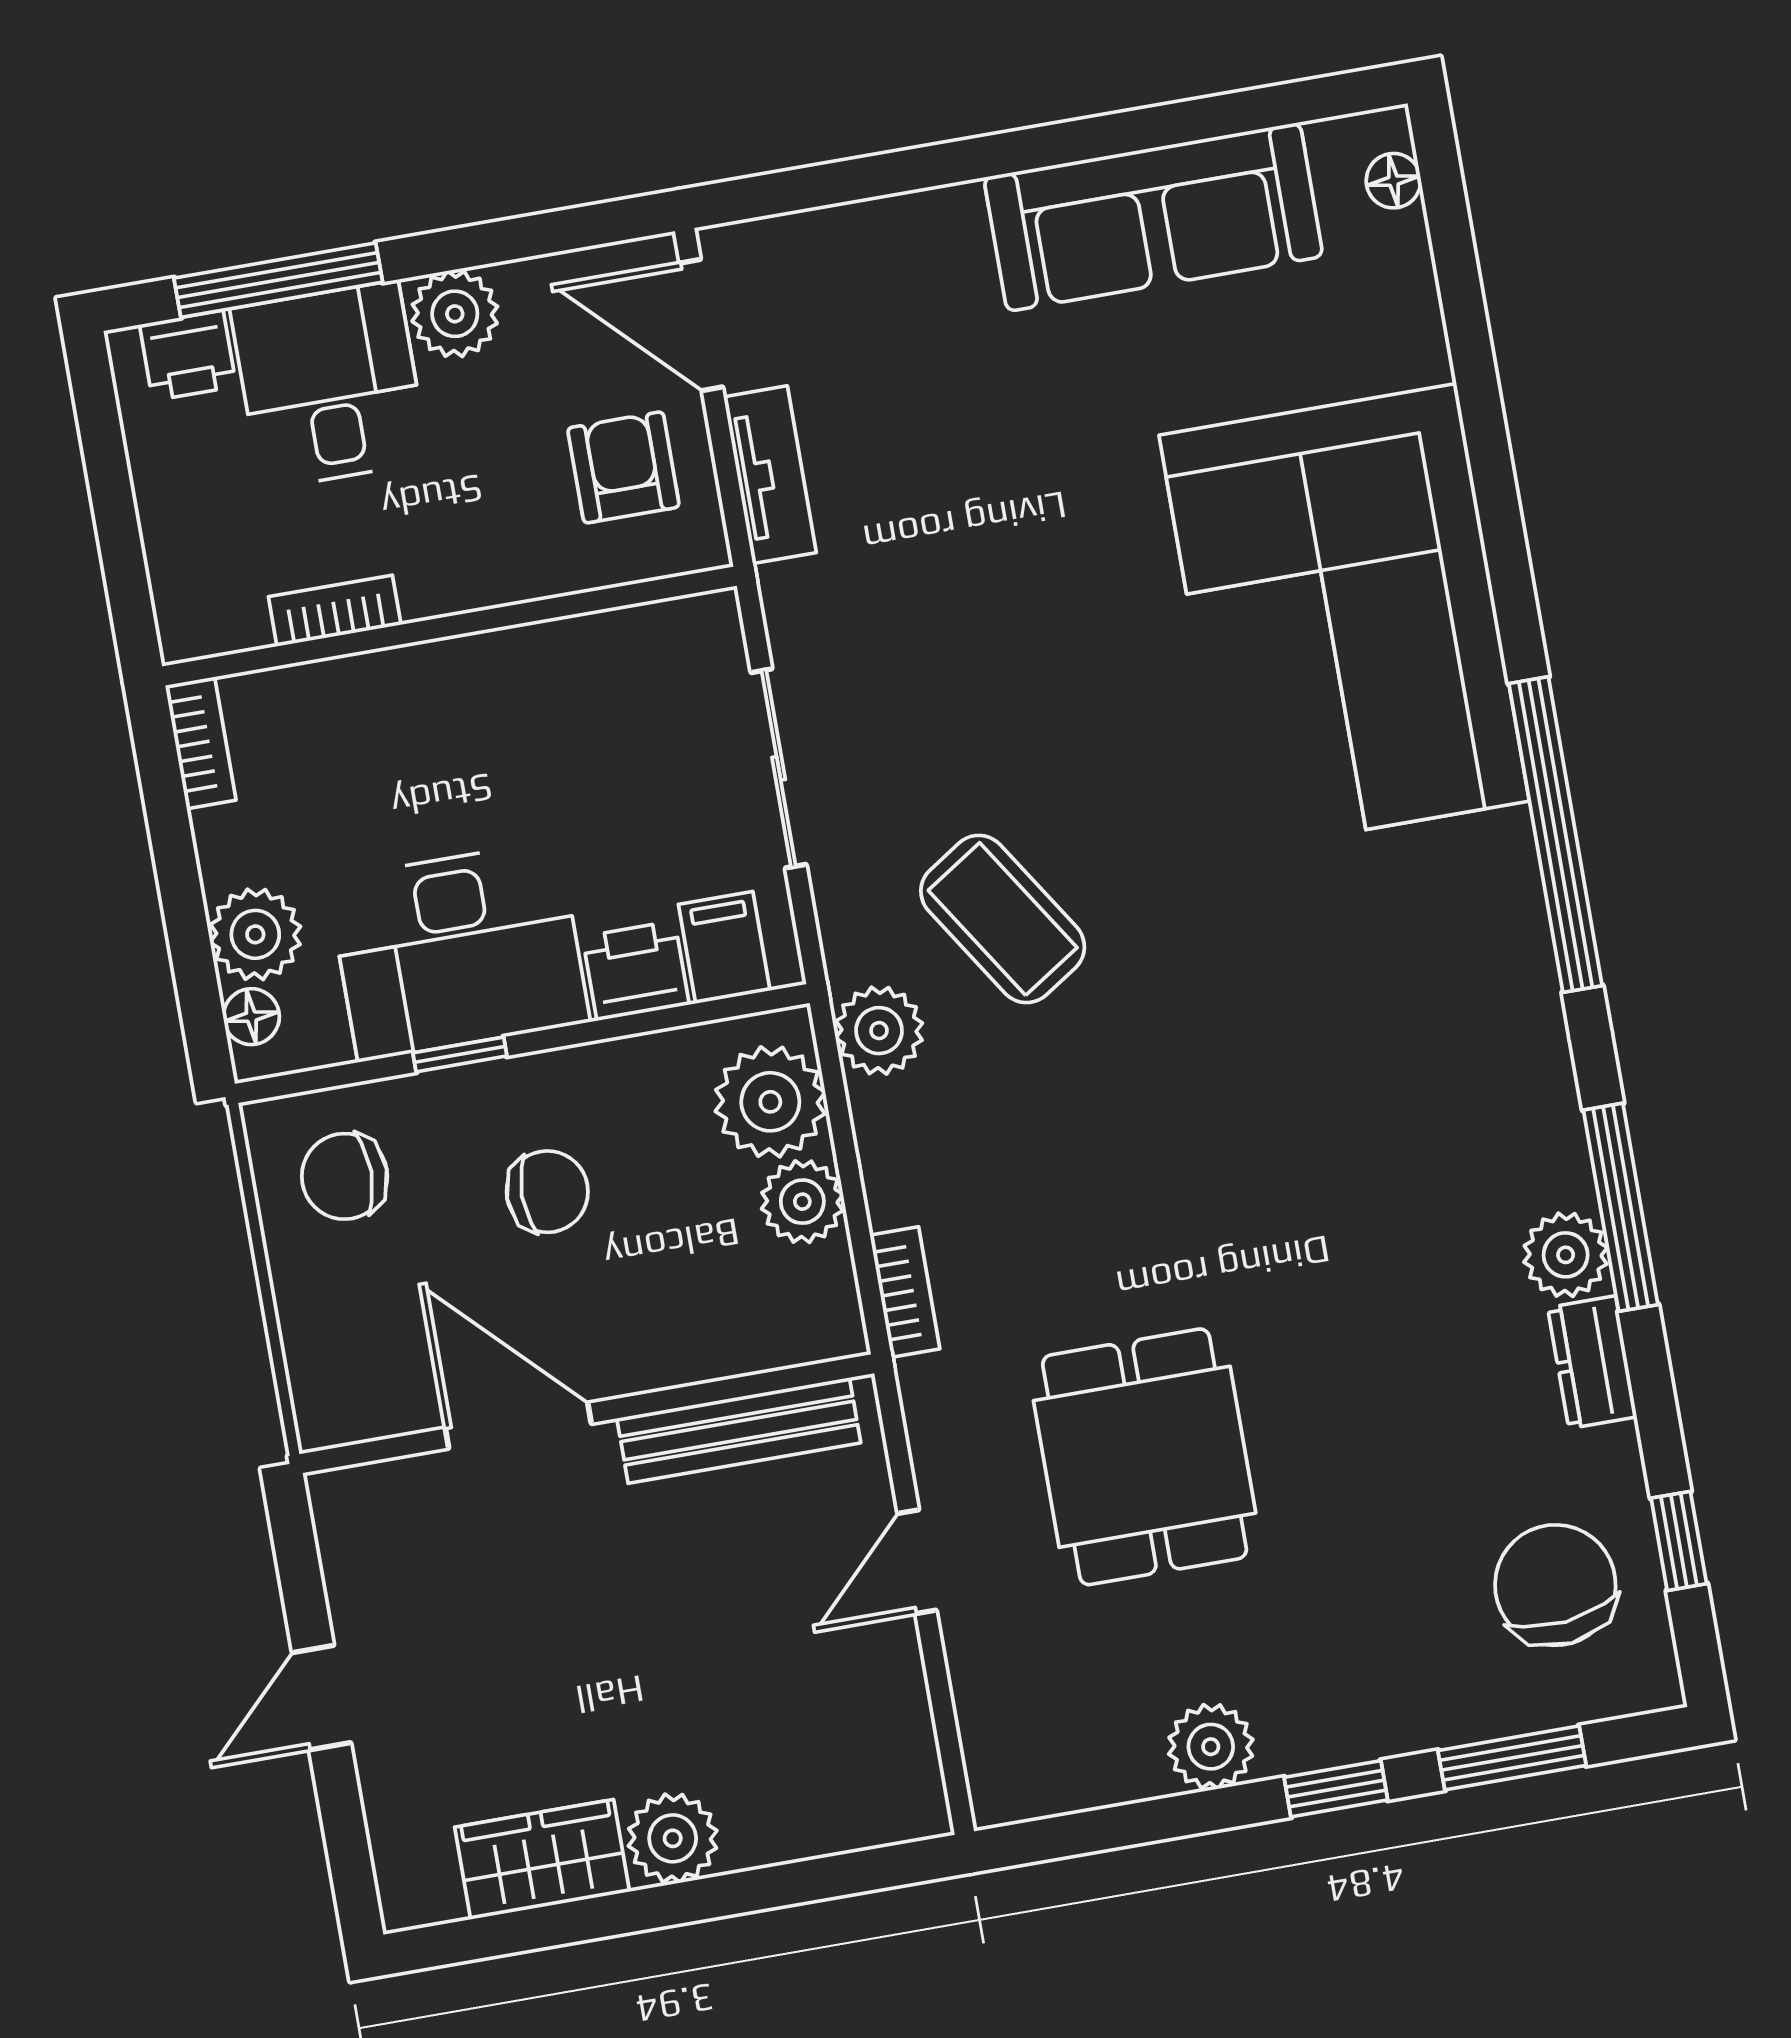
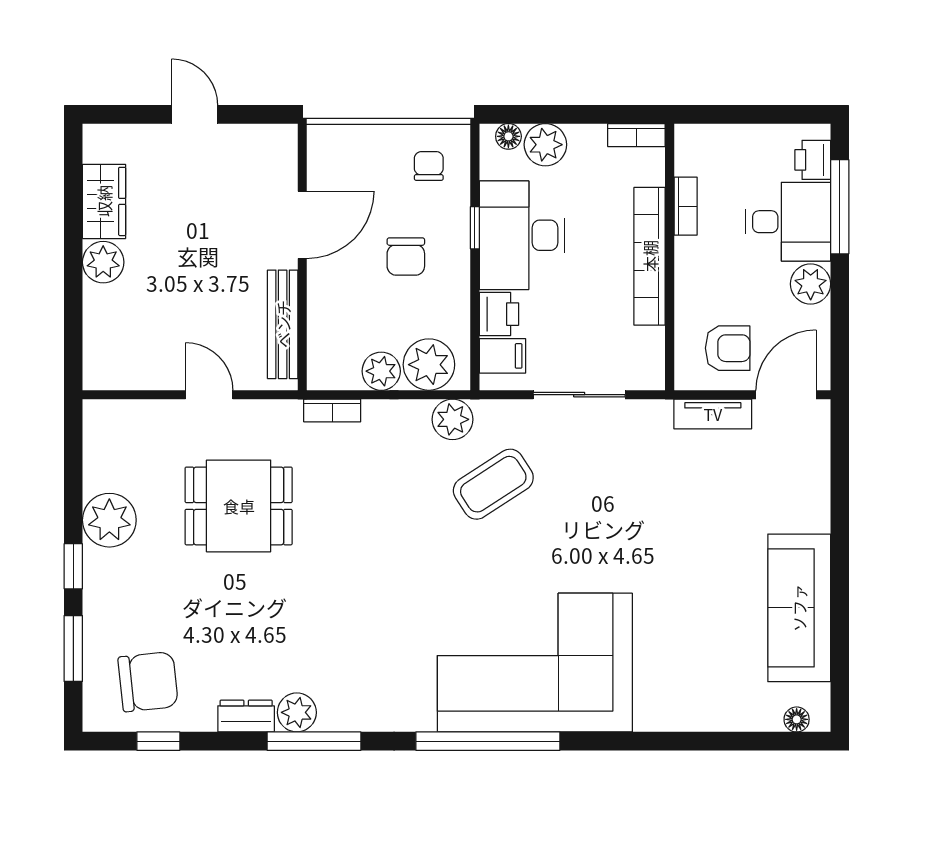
corner sofa: (1344, 618) -> (535, 663), moved
bookcase: (456, 669) -> (650, 256), added
chair: (345, 1176) -> (429, 166), width x0.73, depth x0.73
plant: (1211, 1747) -> (109, 520), width x1.36, depth x1.36

